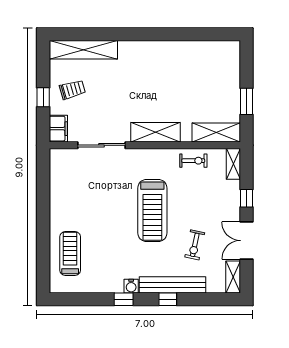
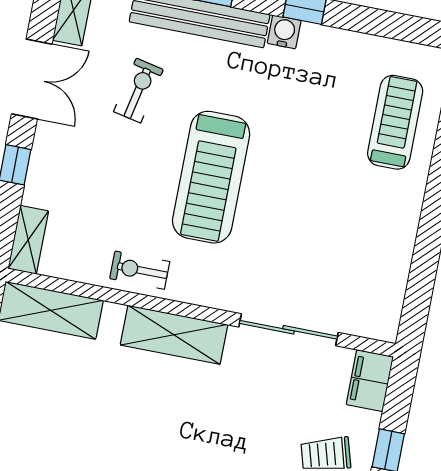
exercise bike: (193, 161) -> (140, 270), moved
treadmill: (152, 210) -> (211, 177), turned 180
treadmill: (70, 254) -> (395, 122), turned 180

